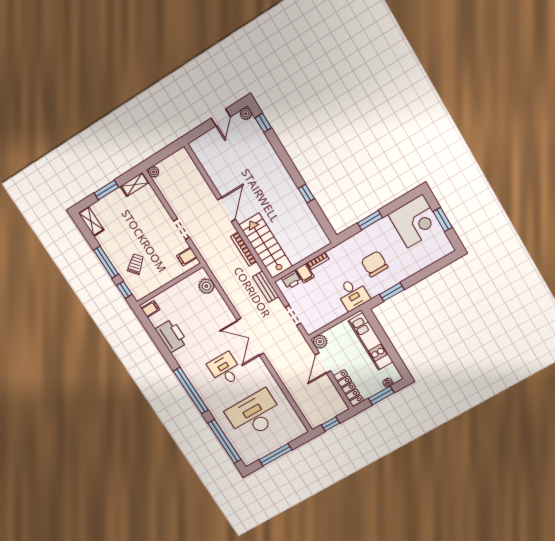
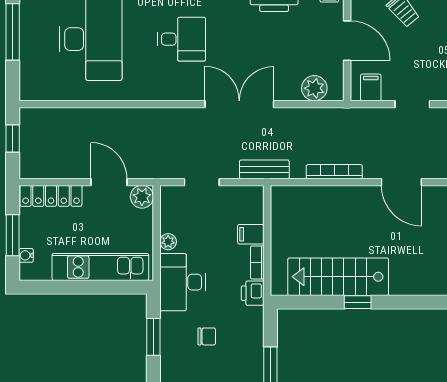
stairs: (266, 246) -> (338, 277), moved, turned 180
chair: (375, 264) -> (207, 336), width x0.54, depth x0.54
printer: (291, 280) -> (253, 293), moved
door: (170, 284) -> (347, 41), added
desk: (353, 294) -> (183, 282), width x1.37
plant: (336, 314) -> (168, 242), added
double door: (250, 337) -> (239, 104), moved

